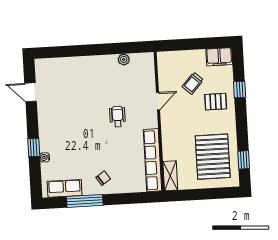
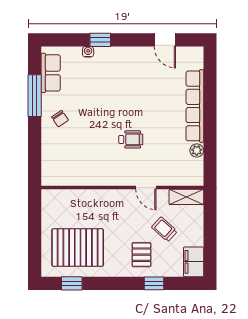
door: (31, 92) -> (165, 40), swing flipped
row of seats: (153, 160) -> (195, 106), moved, turned -90
shelving: (170, 176) -> (186, 197), moved

